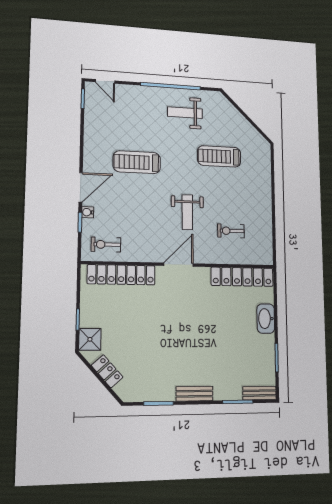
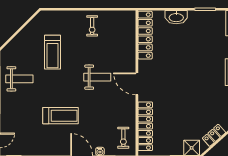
weight bench: (185, 113) -> (19, 79), turned -90
treadmill: (137, 162) -> (61, 116), turned -90
exercise bike: (231, 231) -> (92, 26), moved

